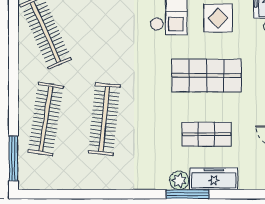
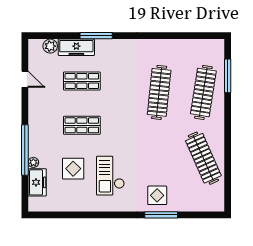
shop shelf: (206, 76) -> (82, 125), width x0.70, depth x0.74
window: (13, 159) -> (228, 76), moved
plant: (179, 180) -> (50, 46), moved

